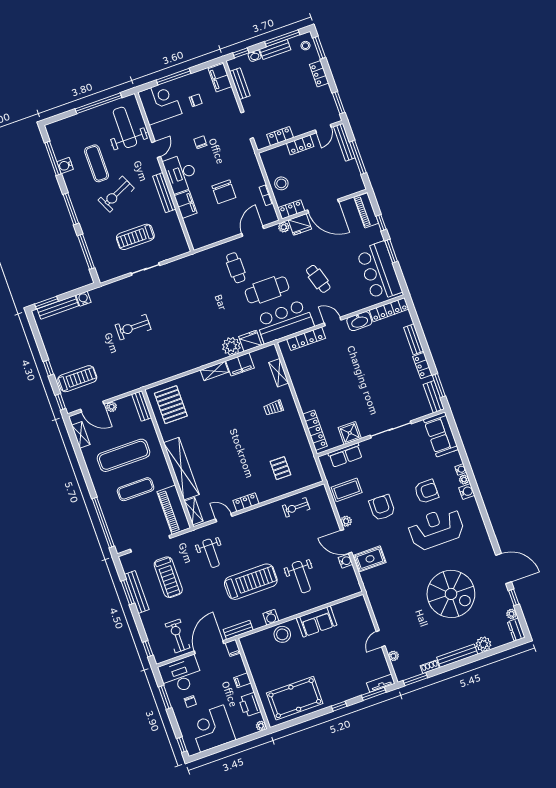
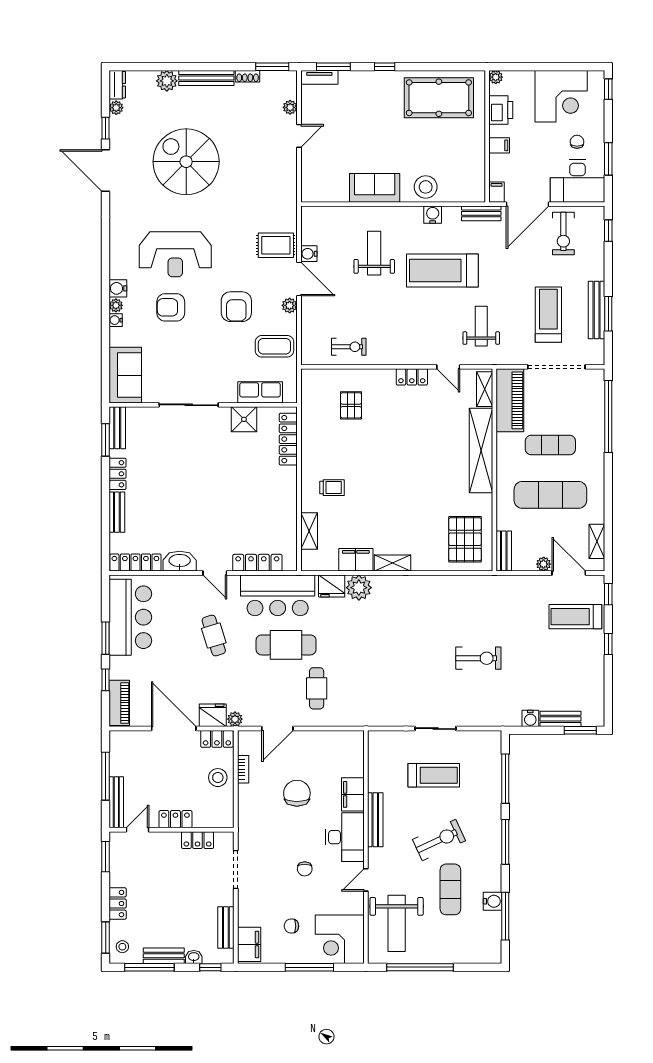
bench: (58, 307) -> (560, 719), width x0.73

